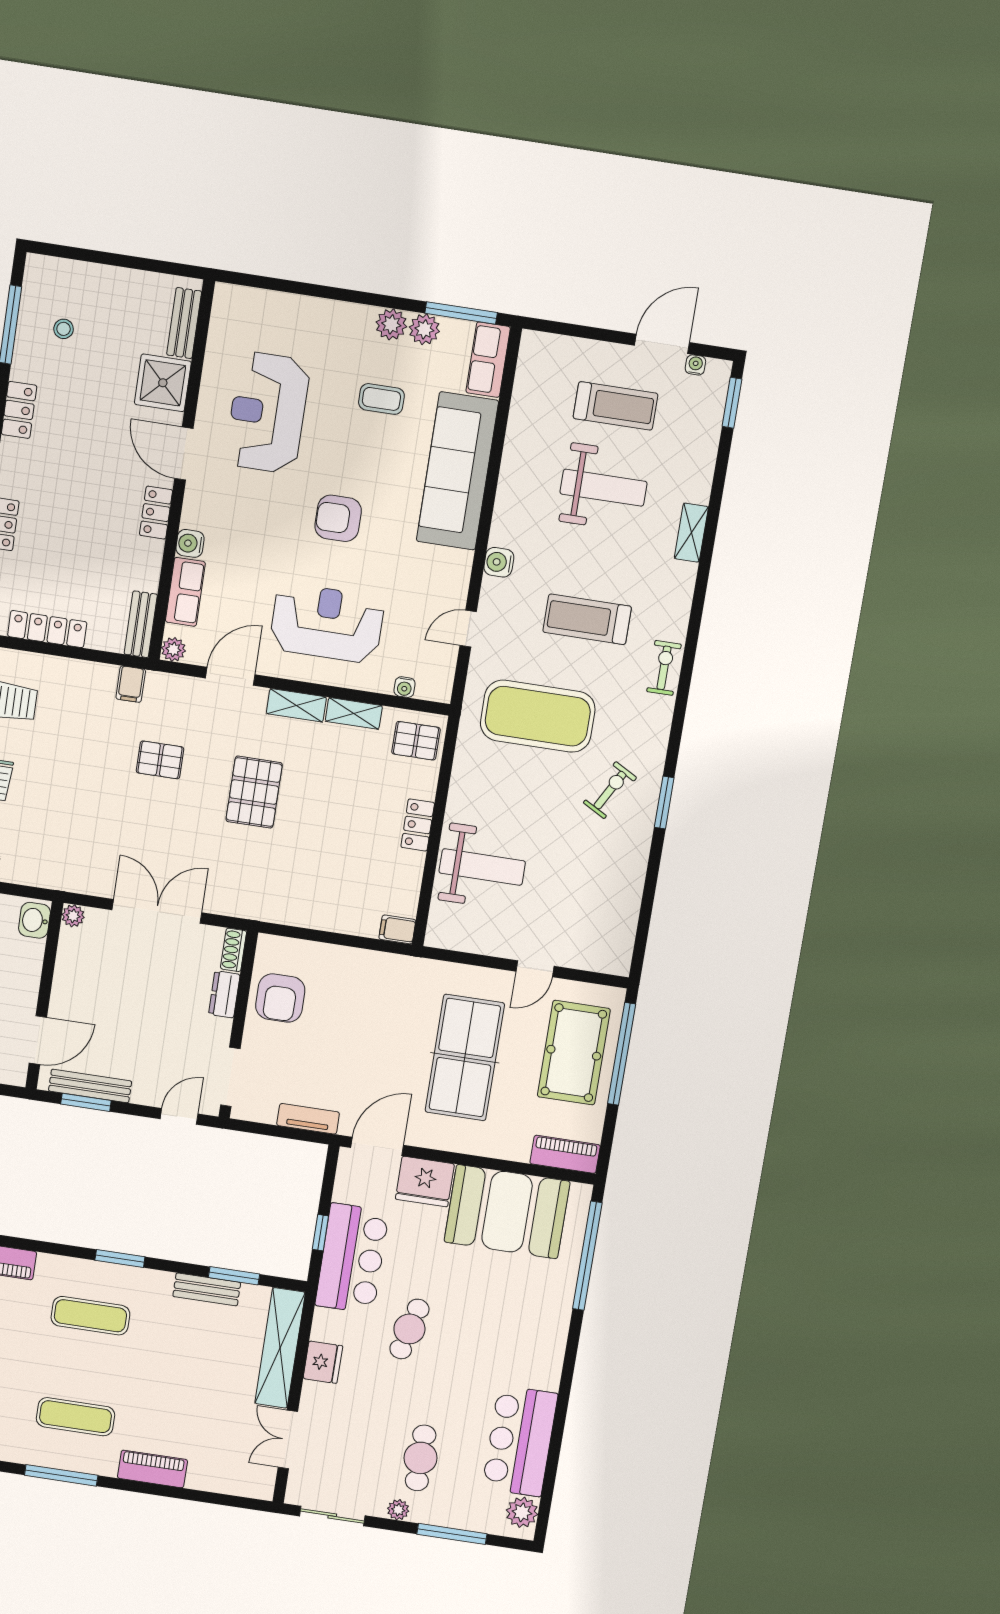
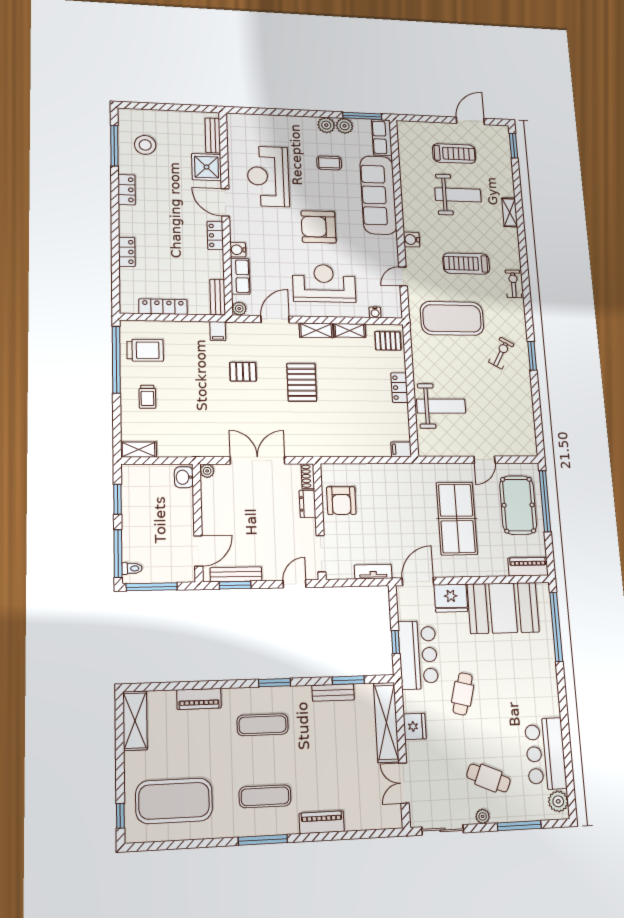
stool: (64, 329) -> (145, 145), width x1.89, depth x1.89
water cooler: (695, 365) -> (490, 129), removed
armchair: (338, 518) -> (319, 227), width x1.36, depth x1.36
cafe table: (421, 1458) -> (488, 778), turned -67

